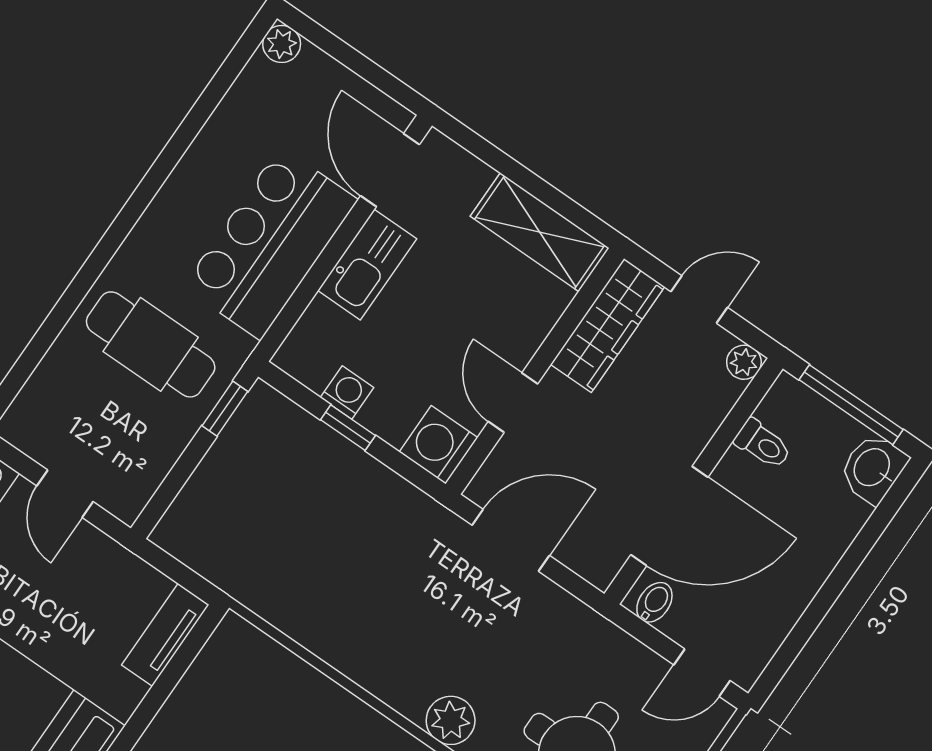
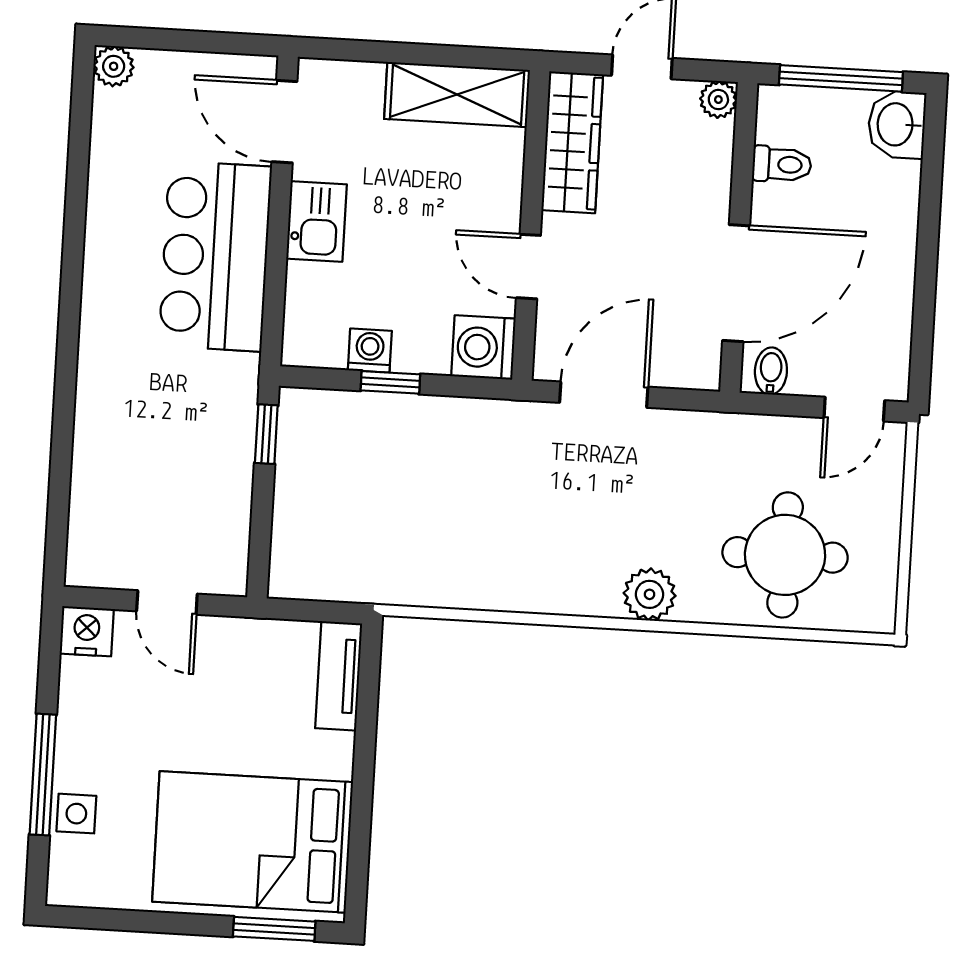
kitchen sink: (367, 265) -> (316, 221), width x0.73
cafe table: (151, 344) -> (162, 417), removed

